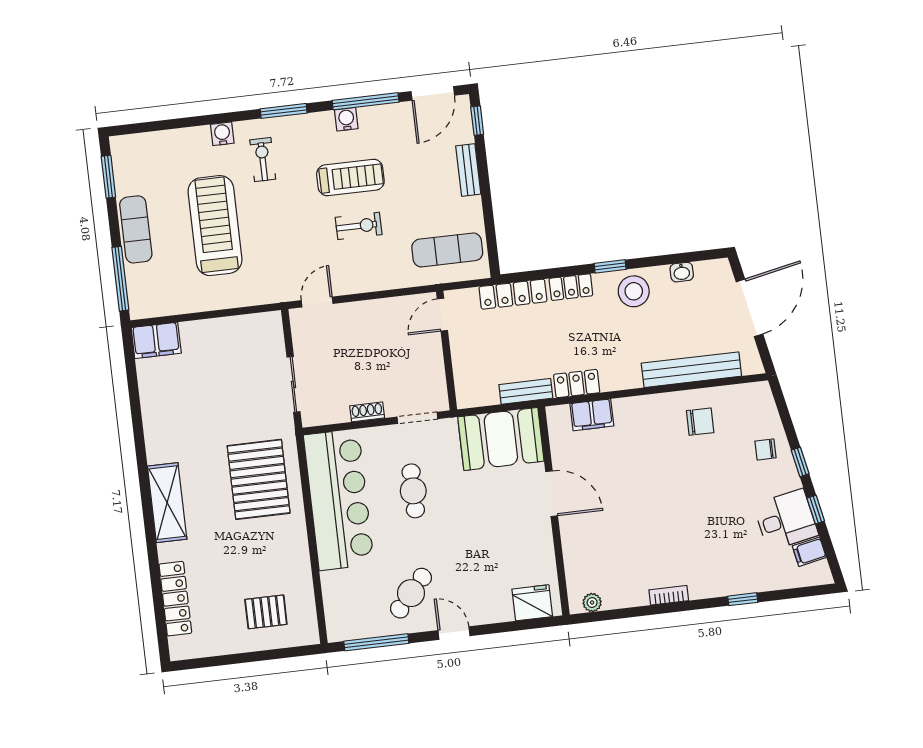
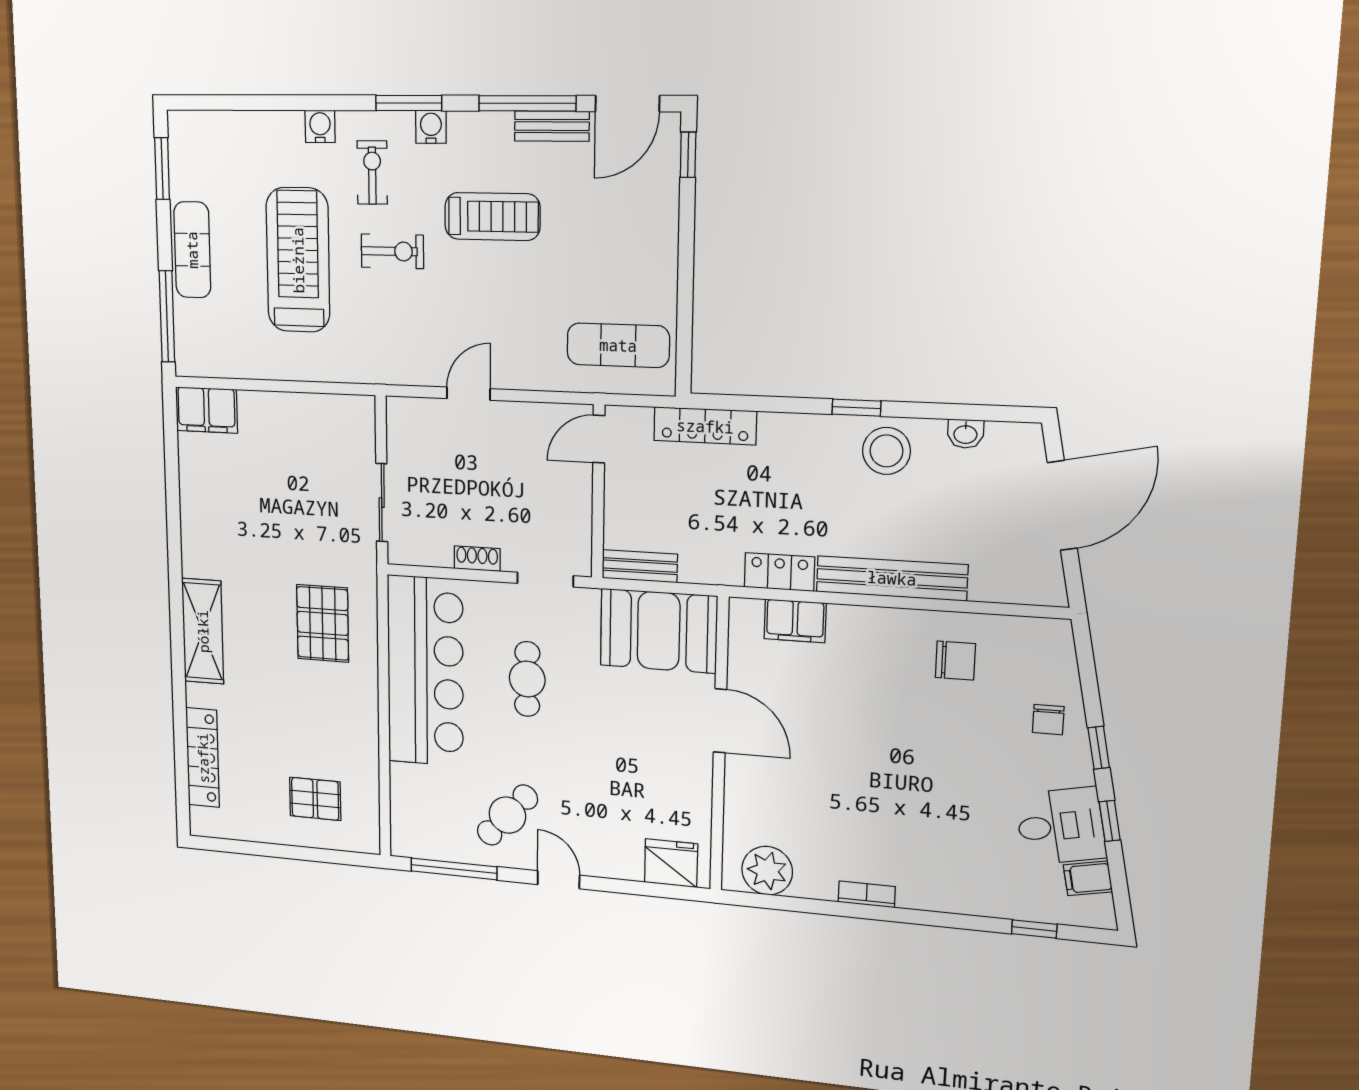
water cooler: (346, 119) -> (431, 127), moved
bench: (468, 170) -> (552, 126), moved, turned 90
exercise bike: (359, 226) -> (392, 251), moved
locker: (571, 287) -> (792, 429), removed
door: (317, 302) -> (469, 394), moved
bench: (691, 370) -> (892, 578), moved
bench: (526, 391) -> (640, 566), moved
chair: (765, 449) -> (1048, 720), turned -90
pallet: (259, 479) -> (323, 623), width x0.73, depth x0.71
window: (743, 599) -> (1034, 929), moved
plant: (592, 603) -> (767, 871), width x1.88, depth x1.88

